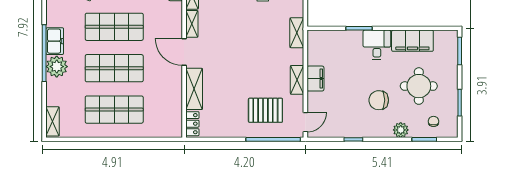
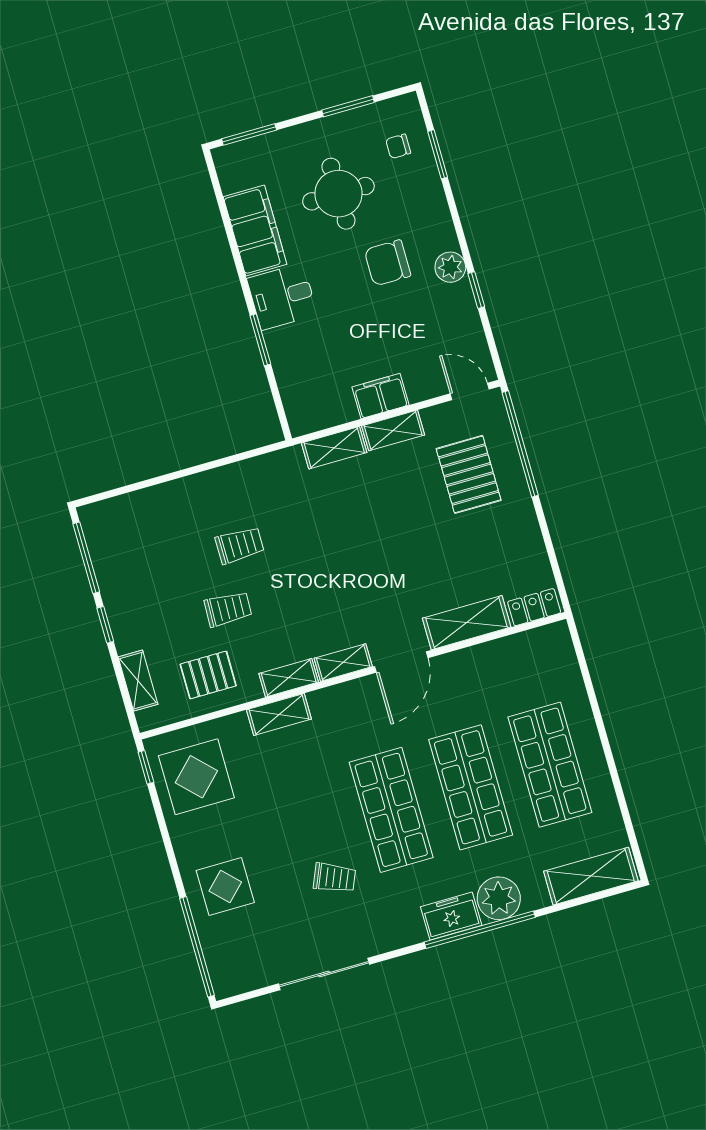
shelving: (297, 33) -> (334, 448), moved
chair: (379, 100) -> (388, 263), turned 90
shelving: (53, 121) -> (591, 876), width x1.50, depth x1.33
plant: (401, 130) -> (450, 267), moved

